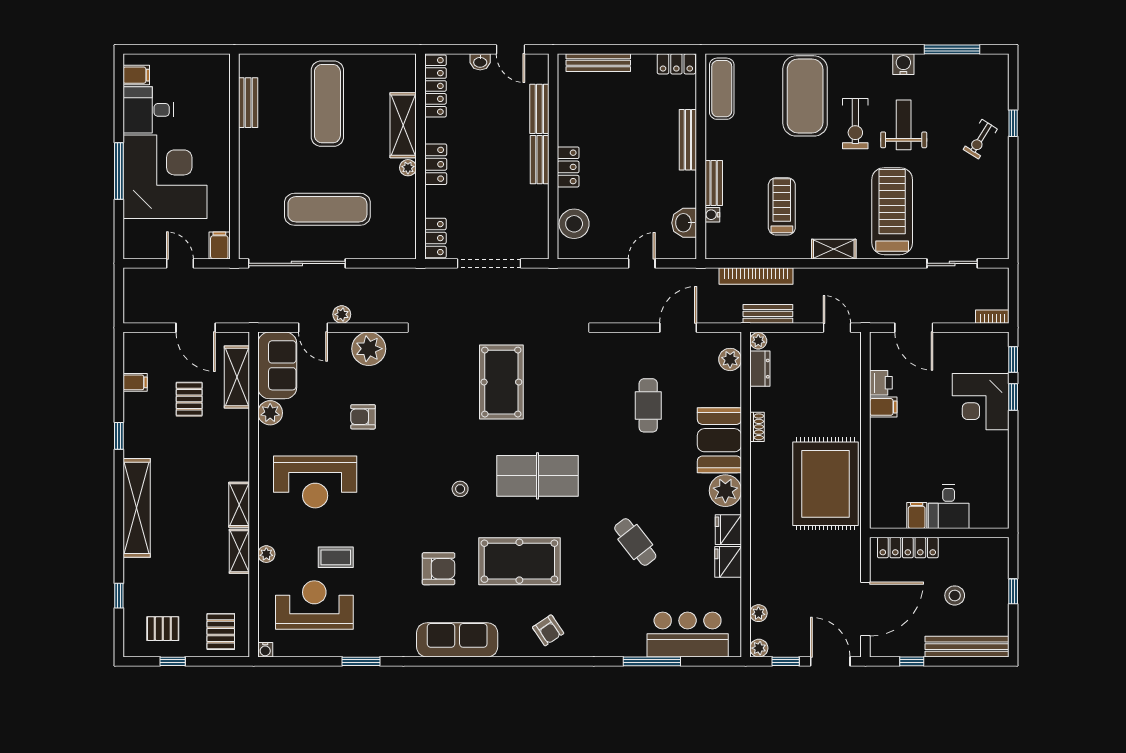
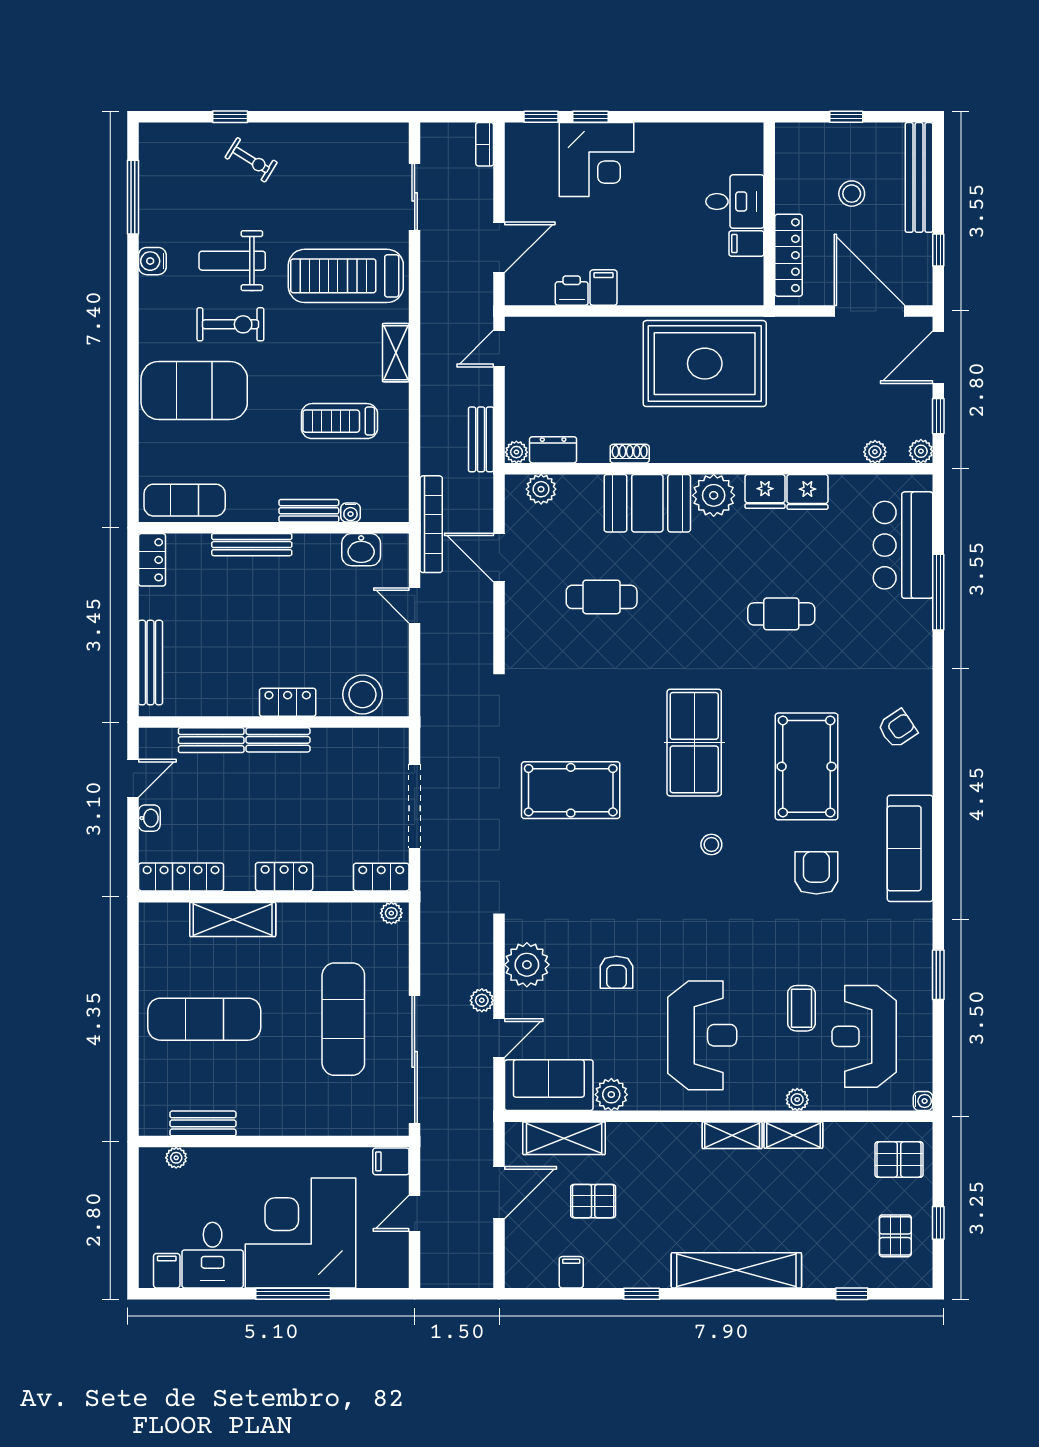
plant: (222, 82) -> (176, 1158), added
plant: (408, 168) -> (391, 913), moved
bookcase: (756, 276) -> (431, 524), moved
cafe table: (635, 542) -> (781, 614), turned 38

